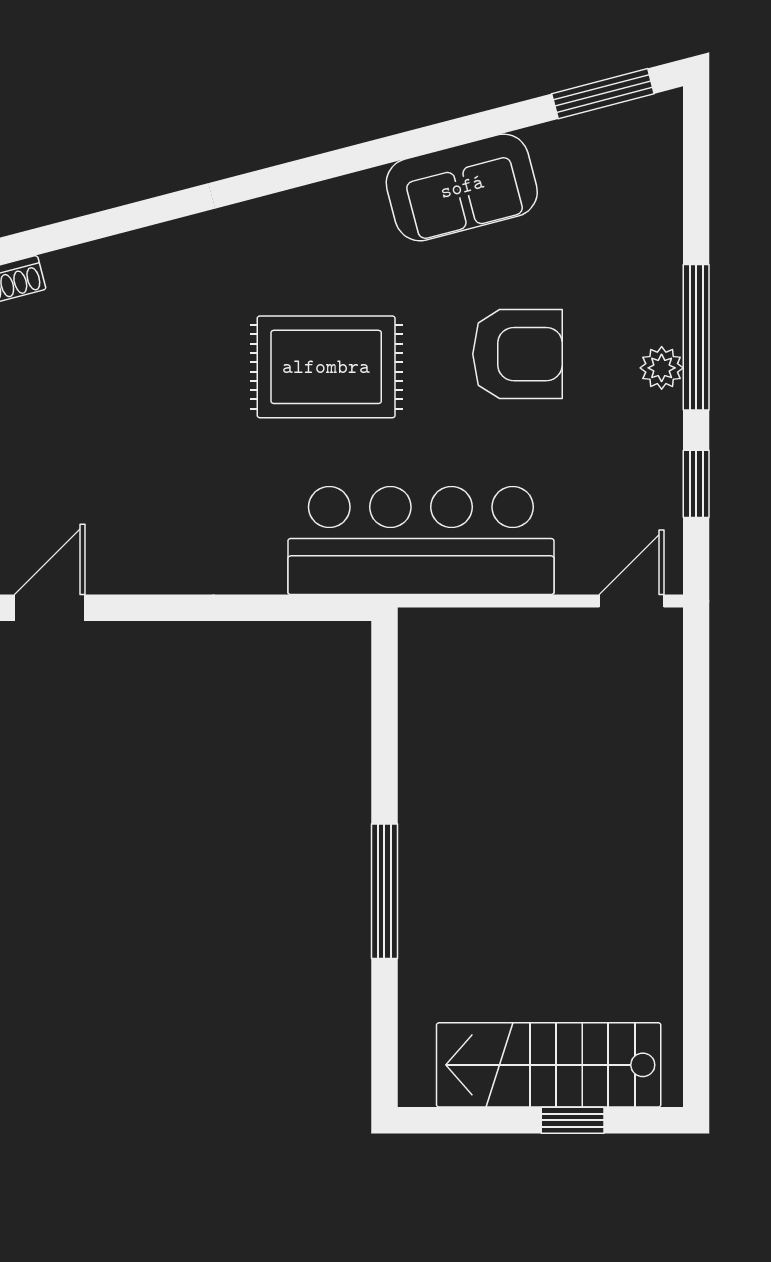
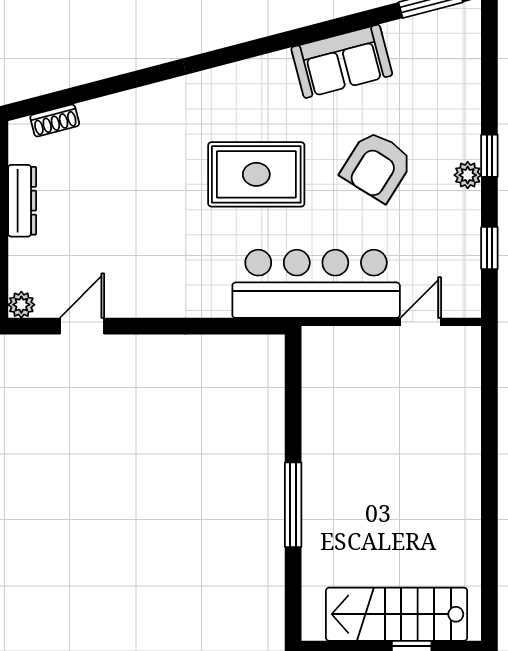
window: (696, 337) -> (489, 156), width x0.46
armchair: (518, 354) -> (377, 166), turned 122
door: (631, 601) -> (421, 322), moved

